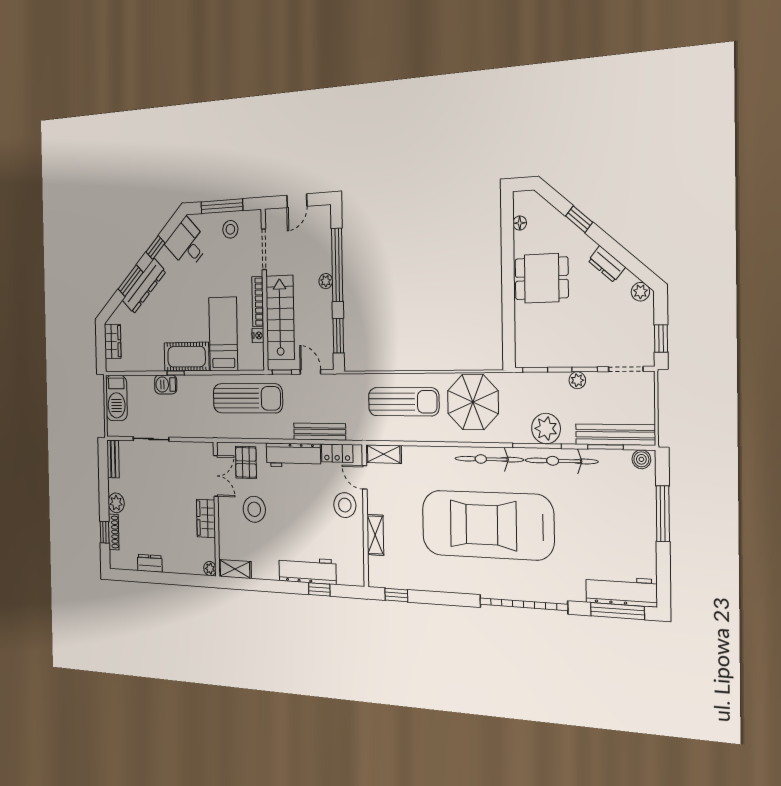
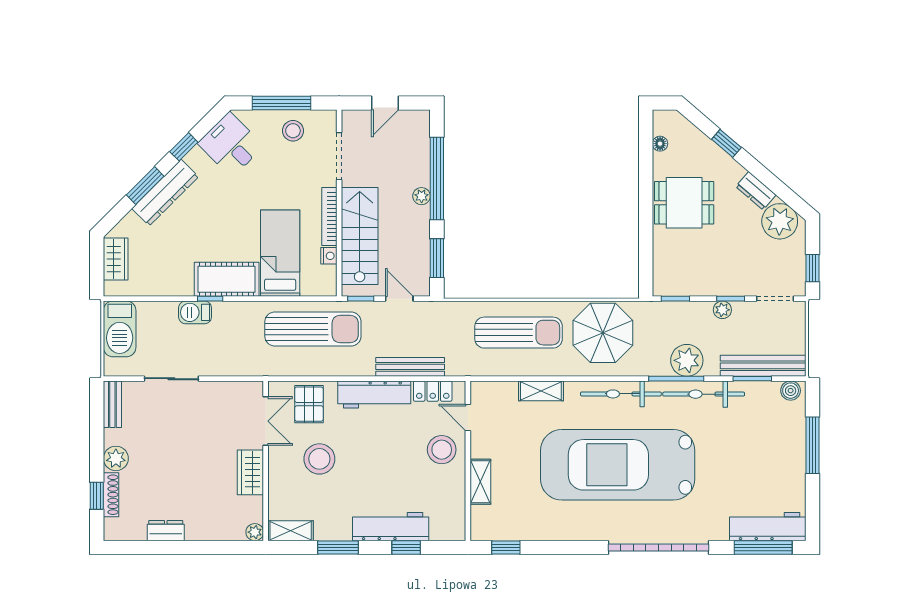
plant: (640, 292) -> (780, 221), width x1.87, depth x1.87
shelving: (384, 454) -> (541, 391), moved
window: (269, 586) -> (338, 548), added

